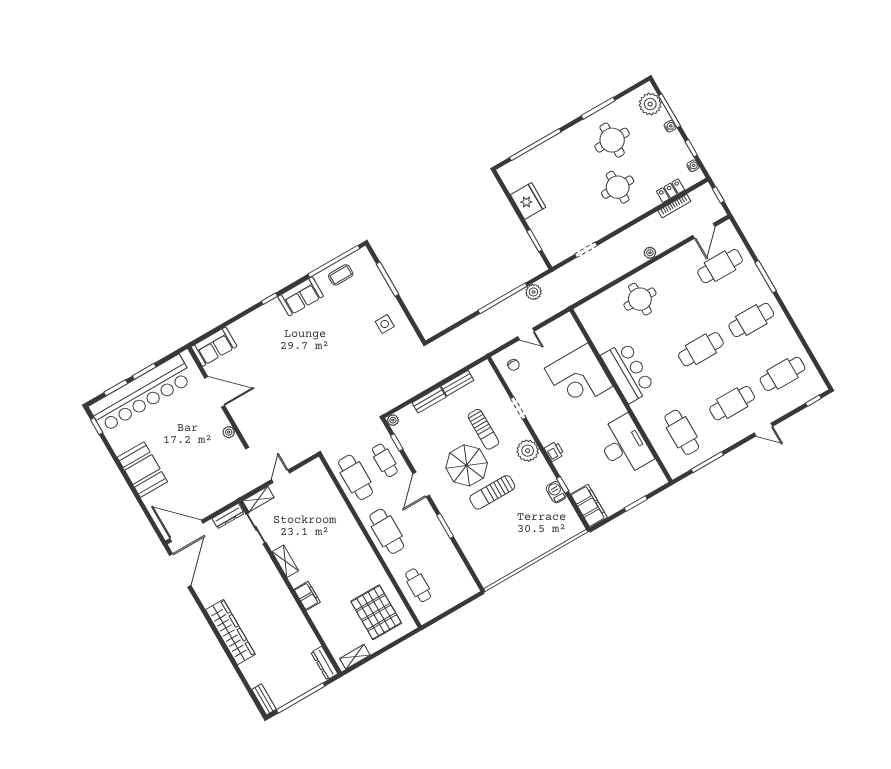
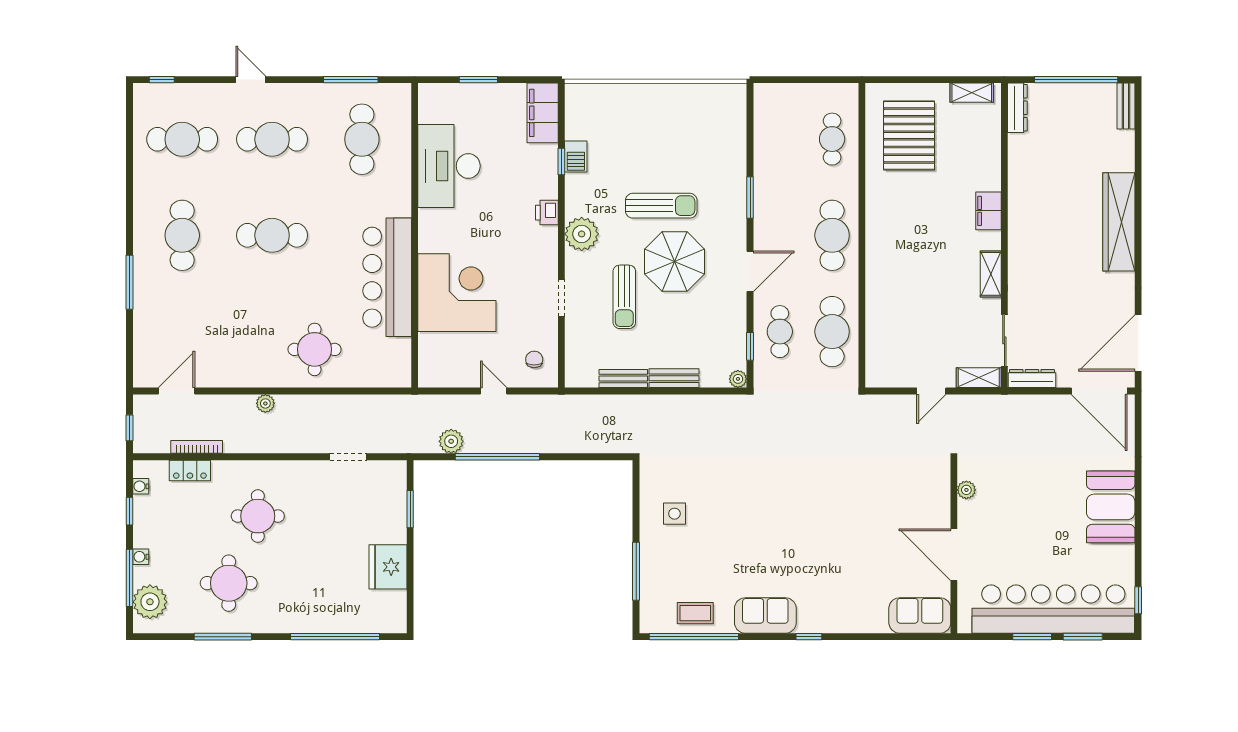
cafe table: (720, 266) -> (182, 331), removed
cafe table: (751, 320) -> (182, 235), turned 90
bar counter: (628, 372) -> (387, 277), width x1.36
sun lounger: (483, 429) -> (624, 297), turned 180

